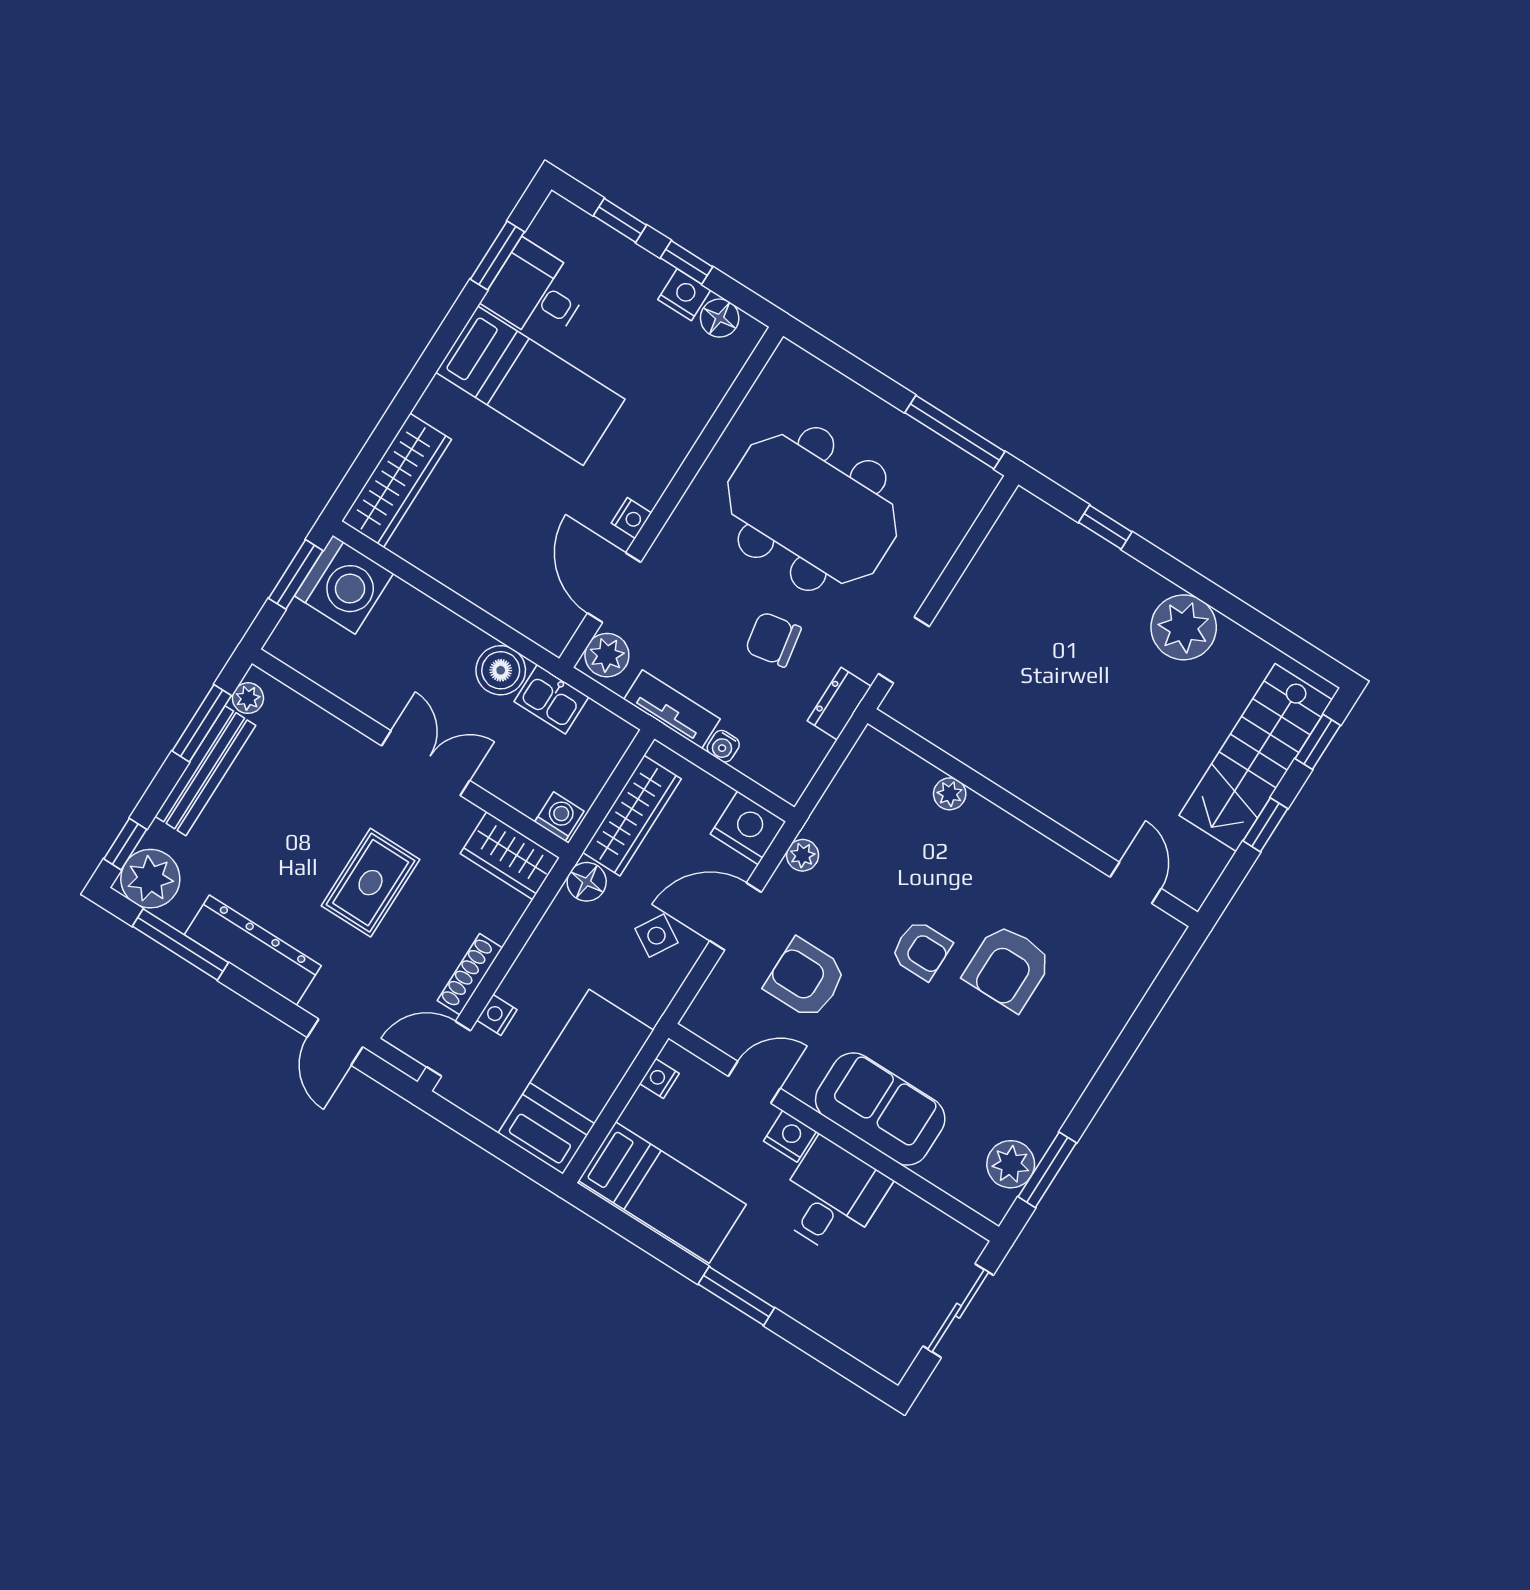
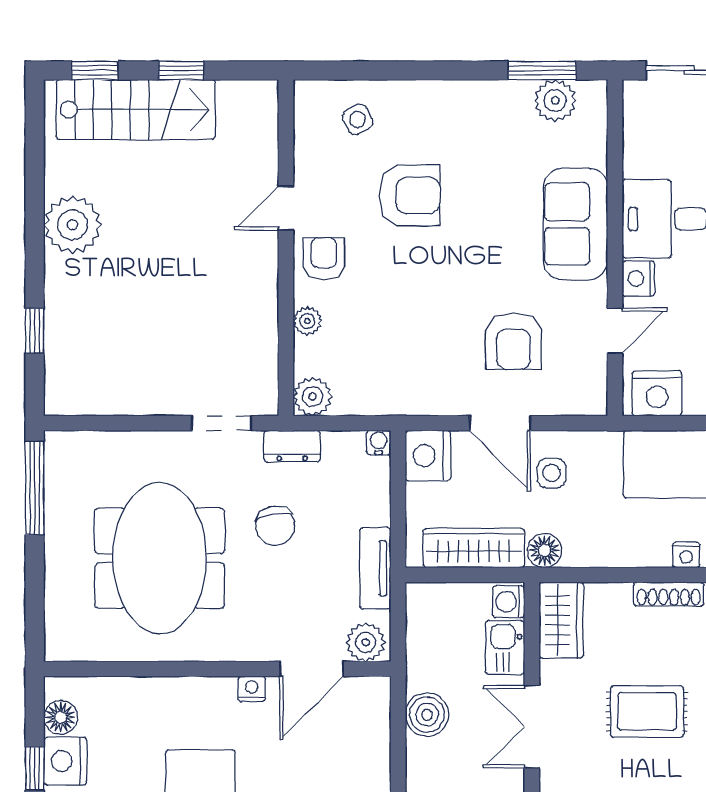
nightstand: (684, 295) -> (65, 761), width x1.36, depth x1.33
kitchen sink: (551, 699) -> (505, 647), moved, turned 180
water cooler: (723, 746) -> (379, 442), moved, turned -90
plant: (803, 855) -> (312, 397), moved, width x1.38, depth x1.38
door: (1136, 883) -> (286, 208), moved
side table: (657, 936) -> (552, 473), turned -31
armchair: (921, 950) -> (324, 258), moved
side table: (1112, 964) -> (358, 119), added
nightstand: (659, 1079) -> (657, 393), width x1.89, depth x1.79
door: (754, 1082) -> (615, 331), swing flipped

